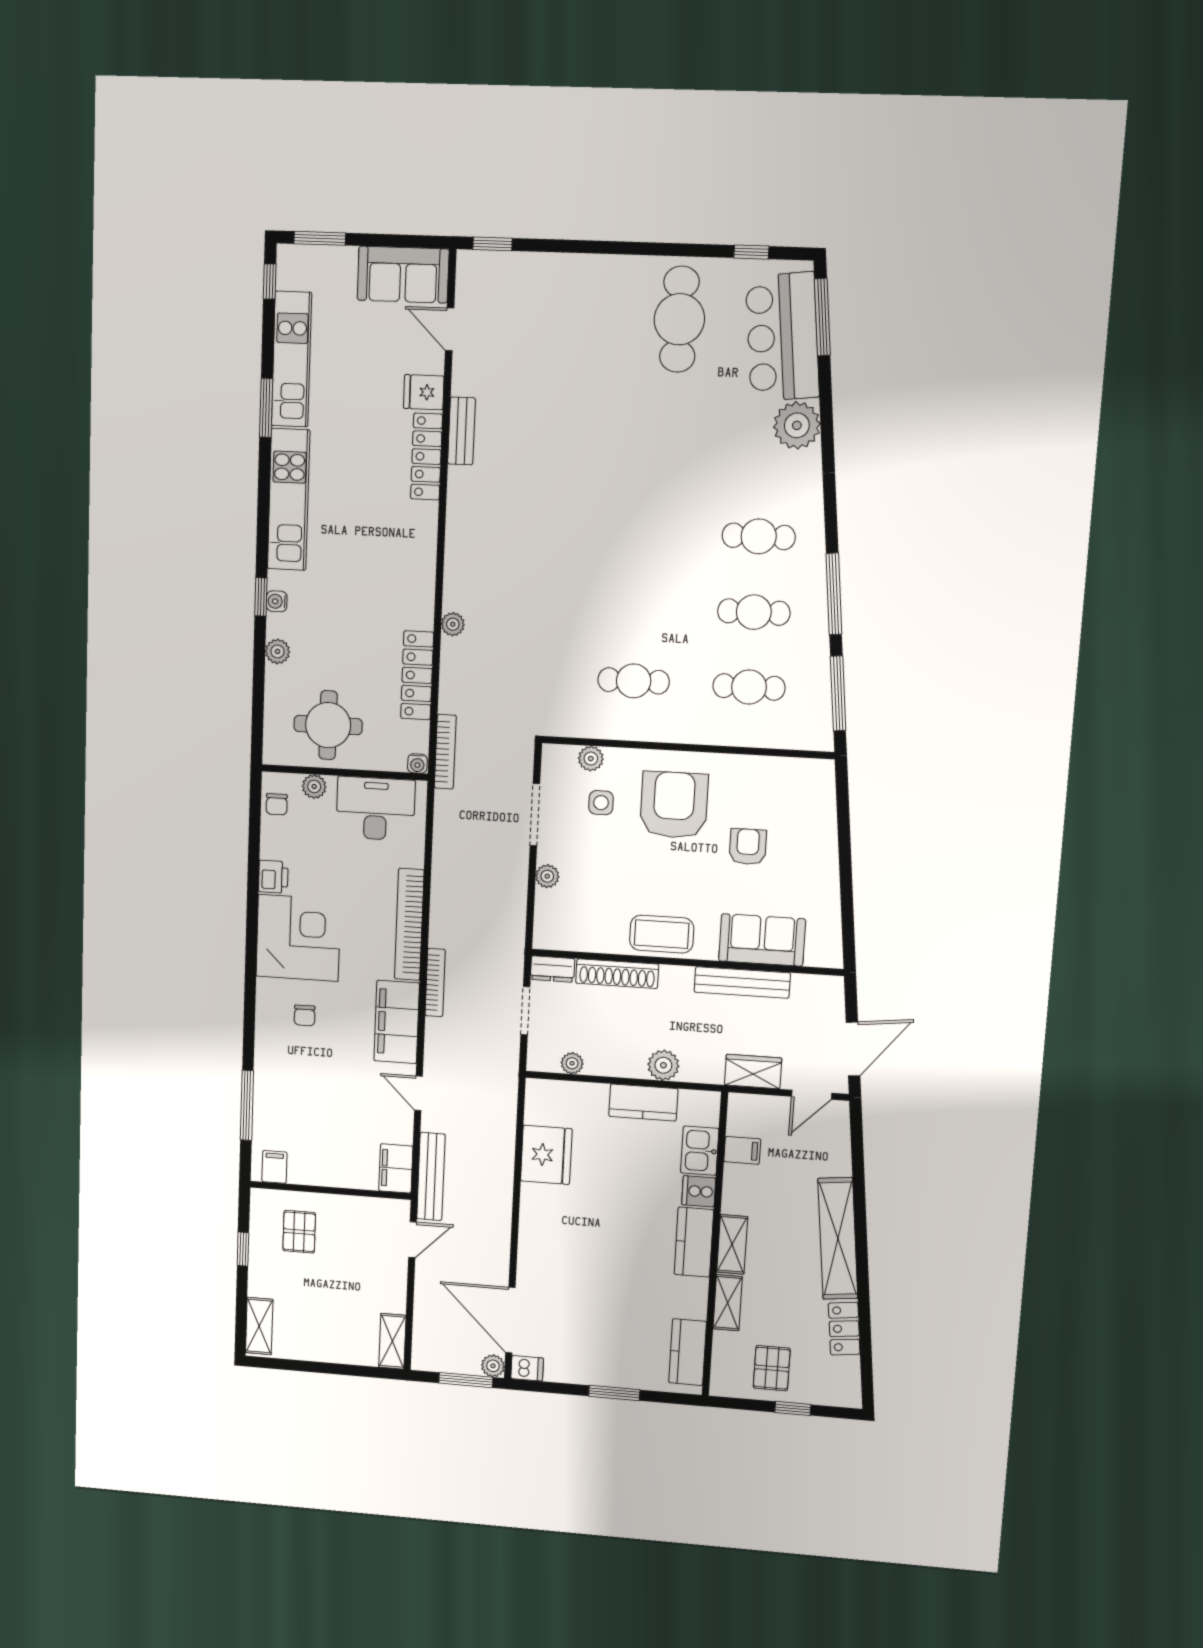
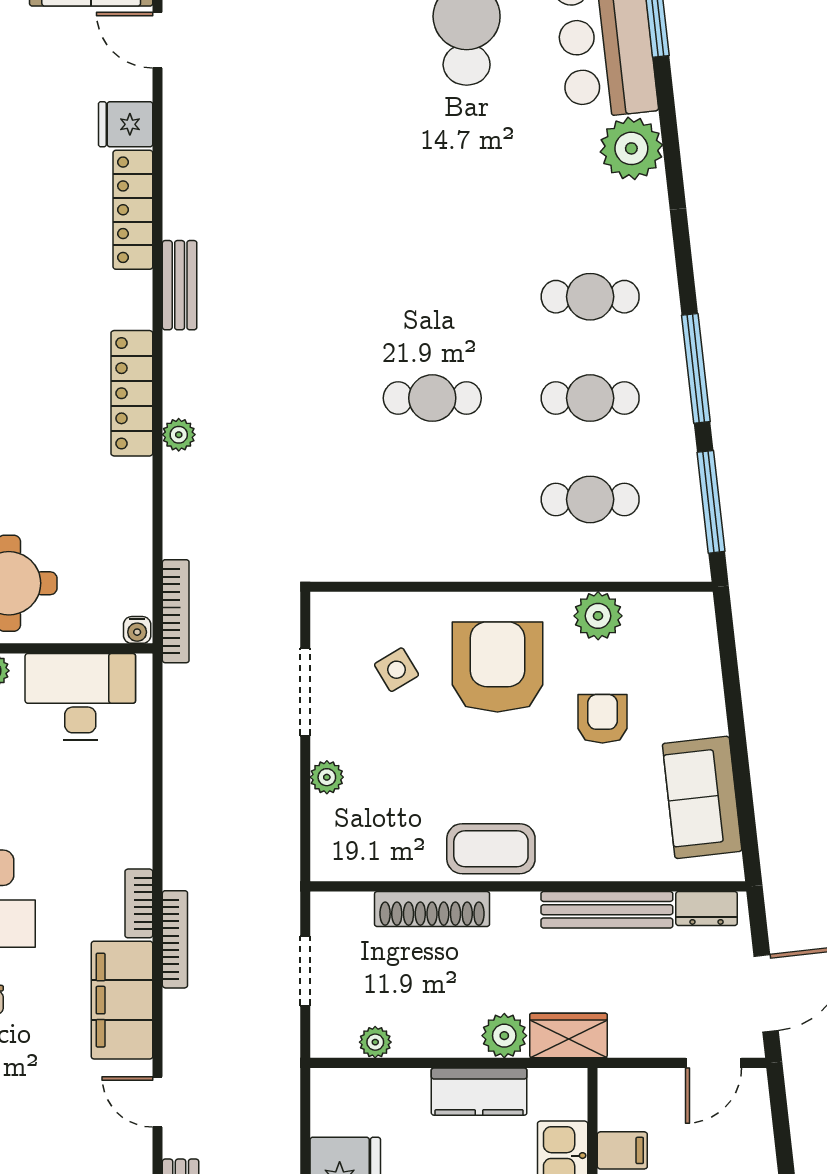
bench: (461, 431) -> (180, 285), moved
locker: (417, 675) -> (132, 393), moved
cafe table: (634, 681) -> (432, 398), moved
plant: (591, 759) -> (598, 616), moved, width x1.38, depth x1.38
side table: (601, 803) -> (397, 670), turned -31
bookcase: (409, 924) -> (139, 903), width x0.43, depth x0.76
sofa: (762, 940) -> (702, 797), moved, turned -96
dresser: (553, 969) -> (707, 908), moved
wardrobe: (753, 1071) -> (568, 1035), moved

